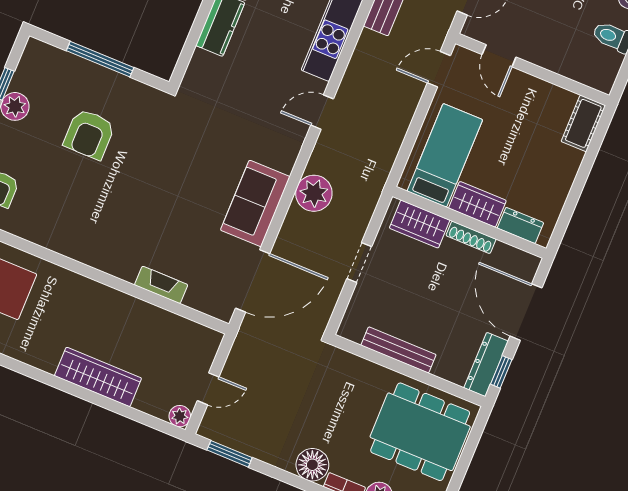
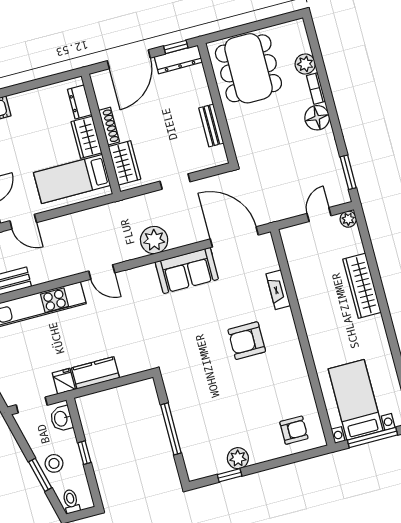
armchair: (89, 134) -> (247, 341), moved, turned 180
bench: (398, 350) -> (211, 125), width x0.73
door: (208, 389) -> (319, 215), hinge flipped

